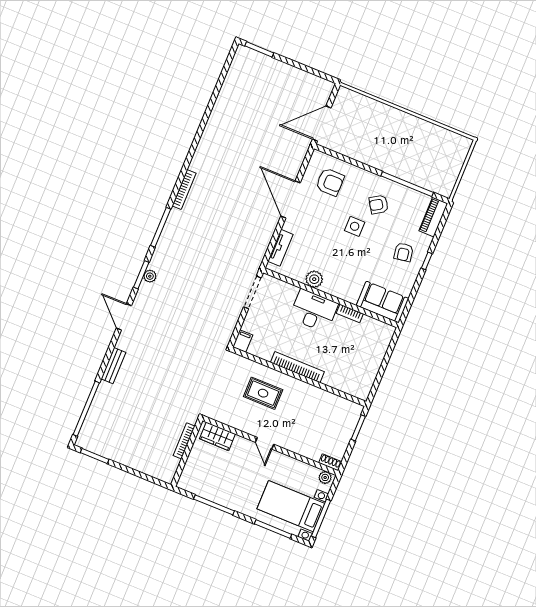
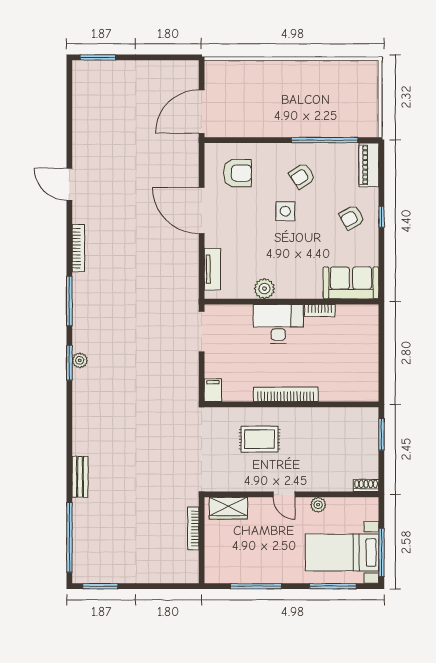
armchair: (404, 252) -> (352, 218), turned 70
door: (124, 317) -> (69, 184), moved
plant: (325, 477) -> (318, 505), moved

